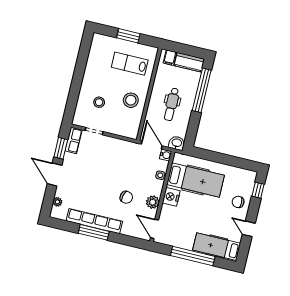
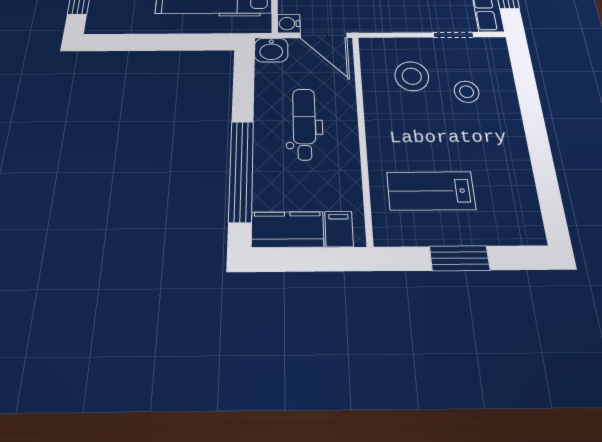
lab bench: (130, 64) -> (431, 191), turned 180
stool: (131, 100) -> (412, 76), moved

